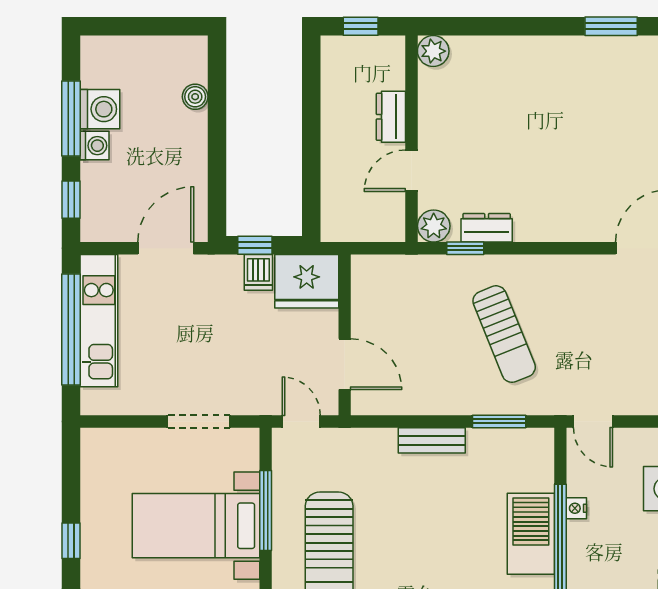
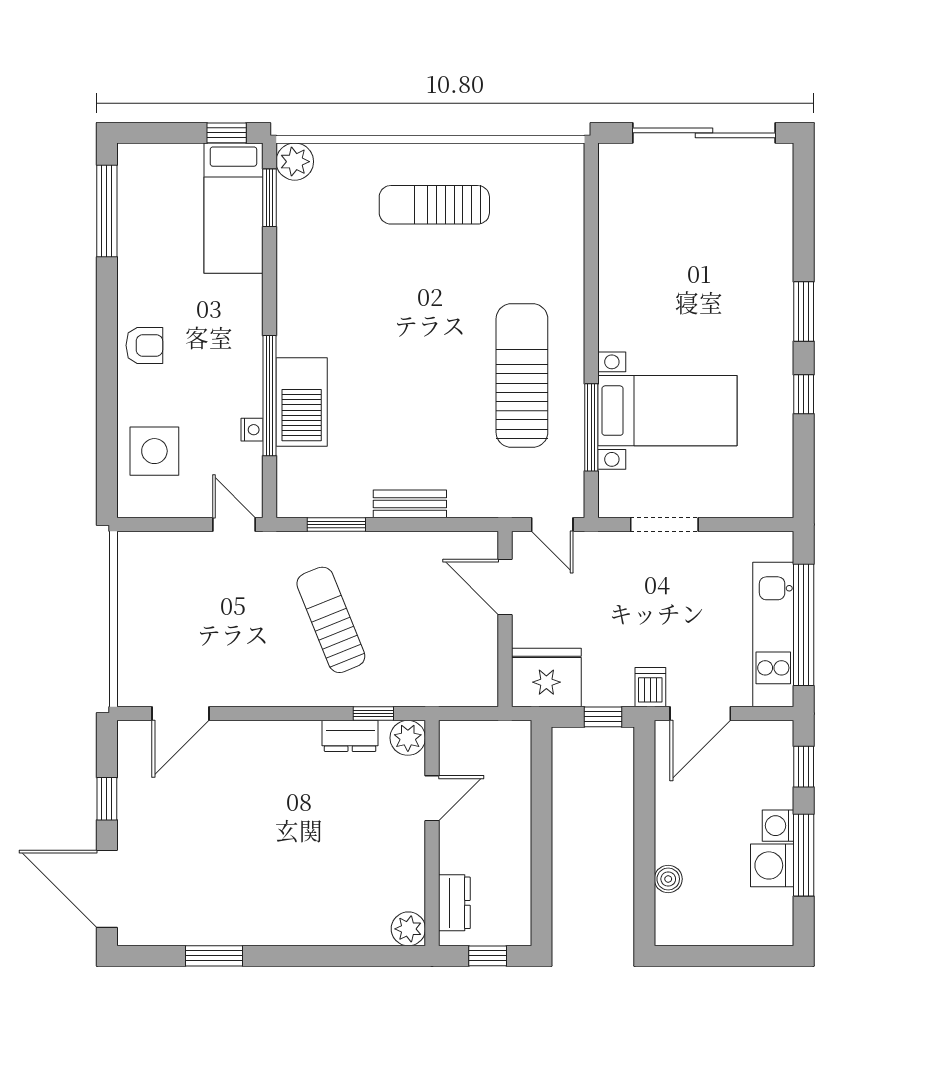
dresser: (391, 117) -> (454, 903), moved
dishwasher: (258, 272) -> (650, 687), moved

